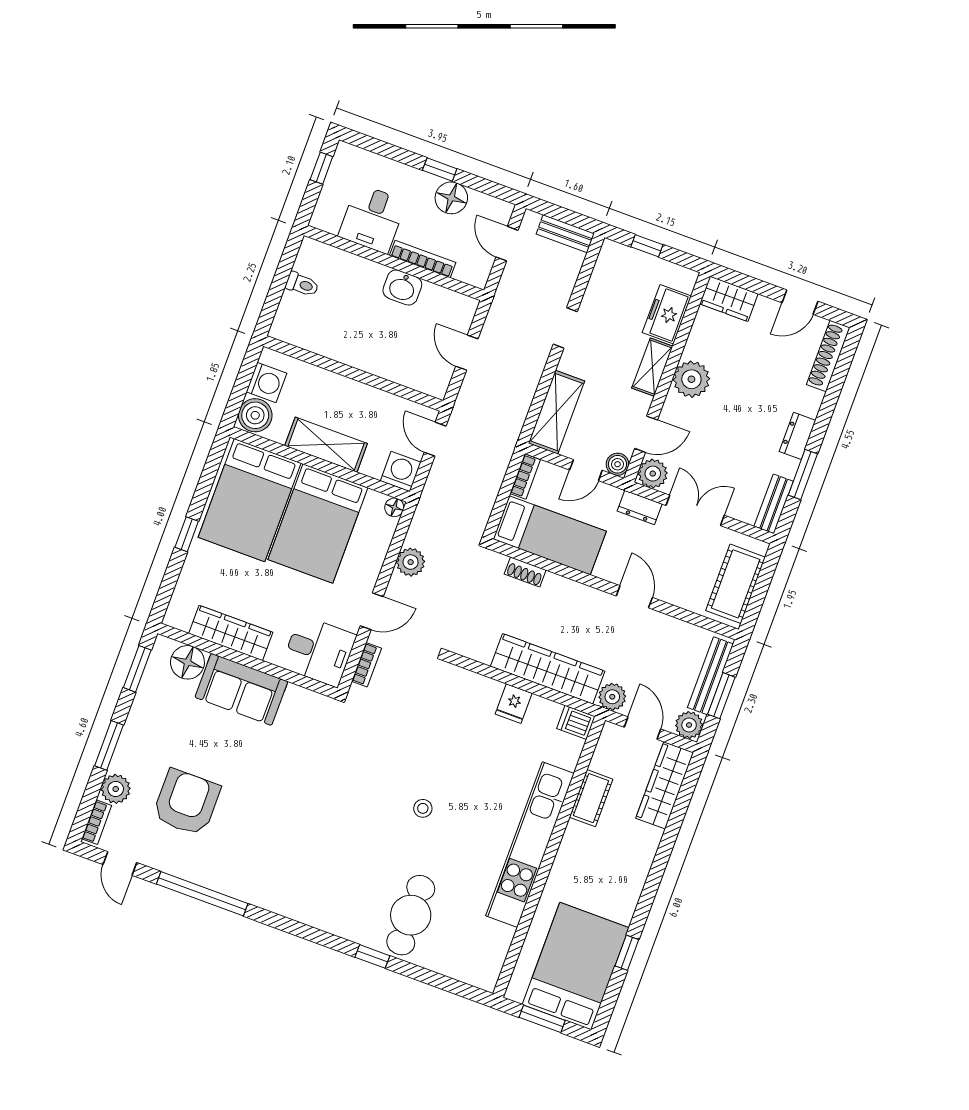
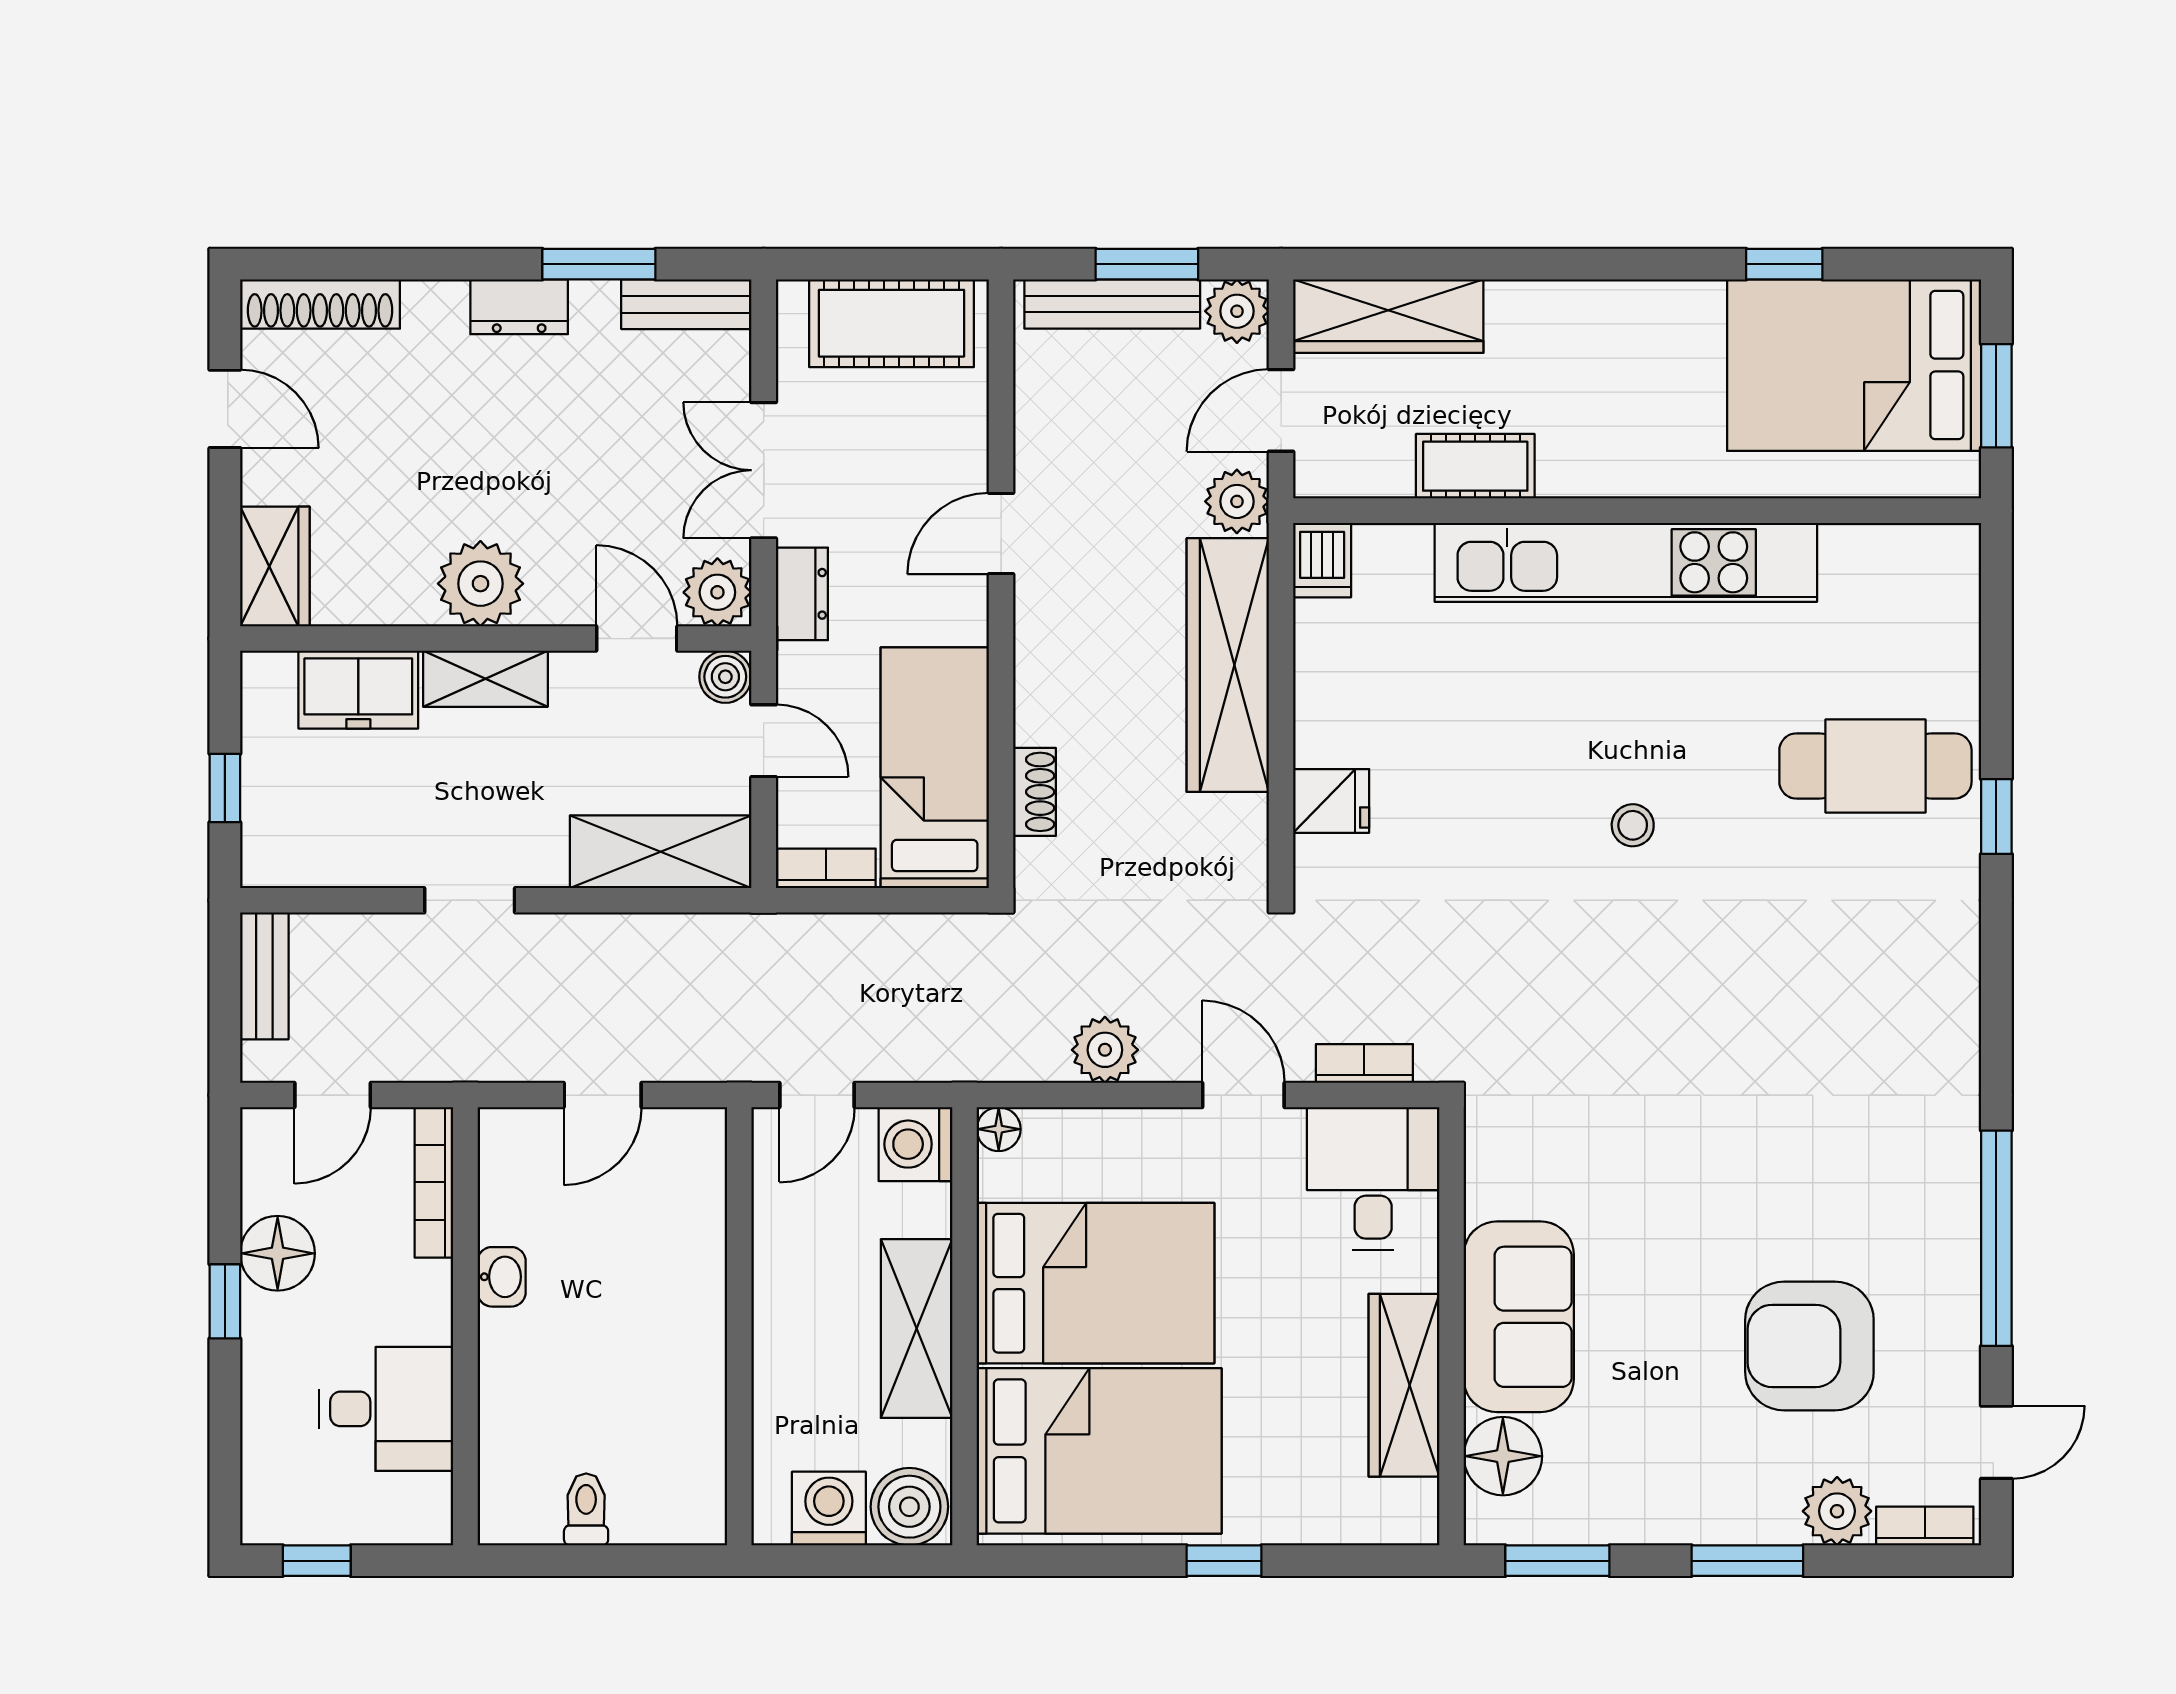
bookcase: (423, 259) -> (434, 1182), moved
washbasin: (402, 287) -> (502, 1277), width x0.72, depth x0.69
fridge: (514, 704) -> (1331, 801), moved

